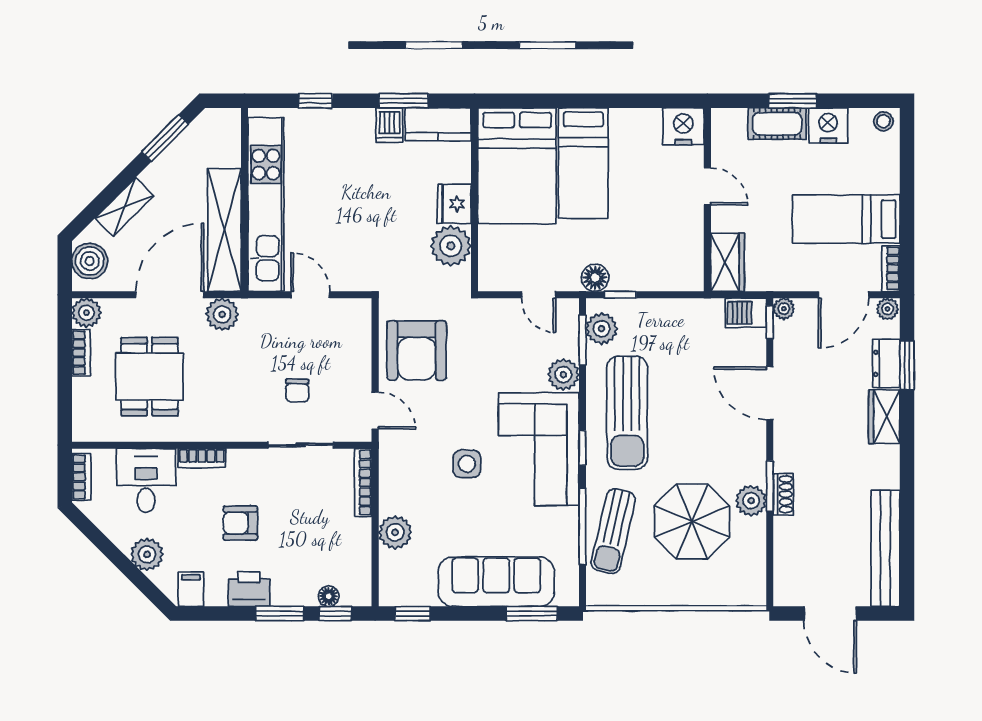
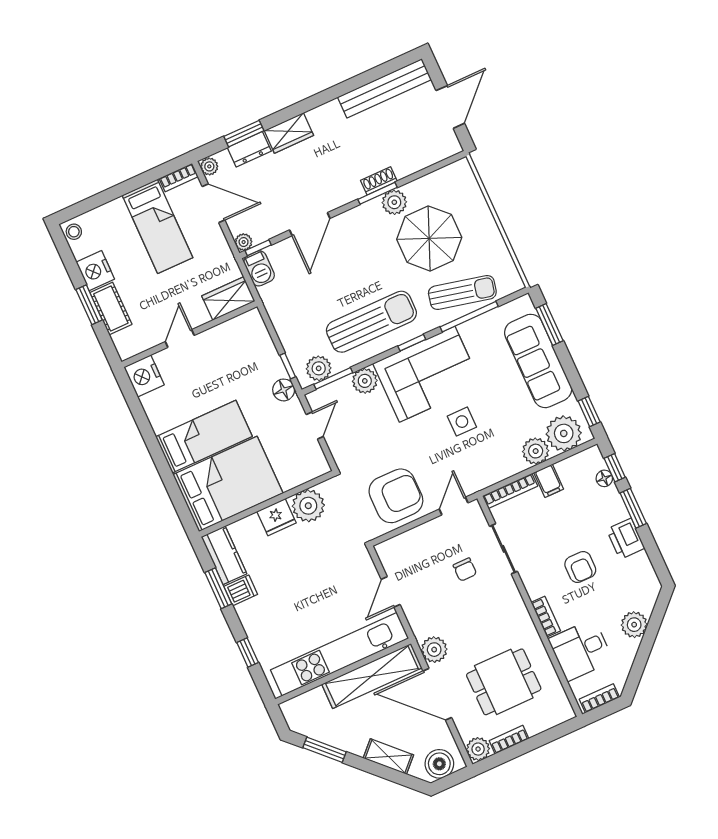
chair: (297, 391) -> (465, 570), turned 90
plant: (401, 573) -> (564, 433), added
filing cabinet: (191, 589) -> (549, 481), moved, turned -90

